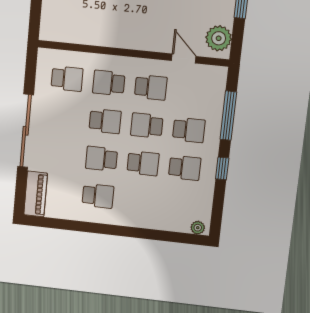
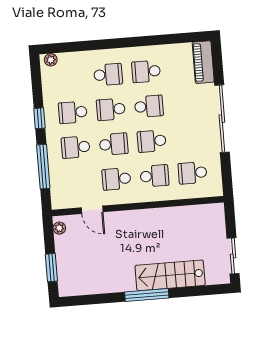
plant: (219, 38) -> (59, 228), width x0.53, depth x0.53
school desk: (139, 201) -> (108, 75), added

